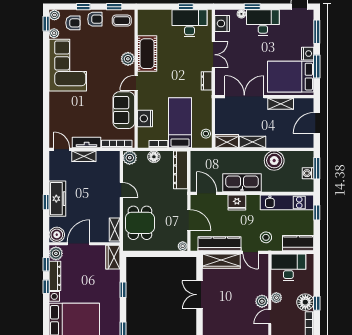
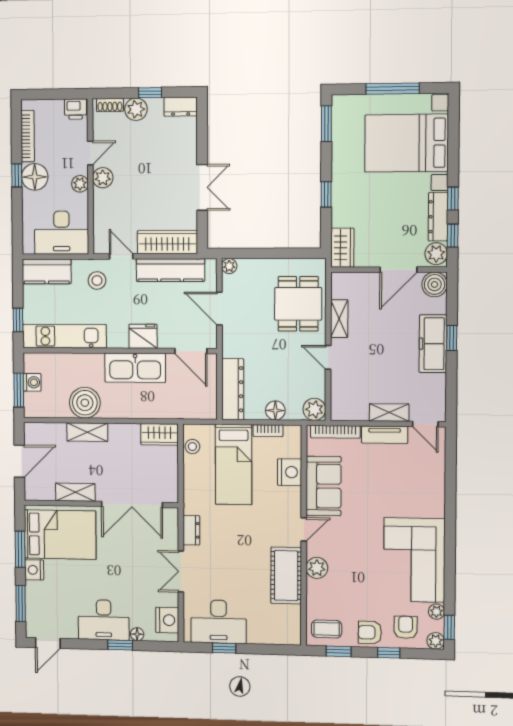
armchair: (73, 23) -> (406, 627), turned 90
shelving: (253, 142) -> (87, 432), moved
shelving: (115, 230) -> (339, 319), moved

